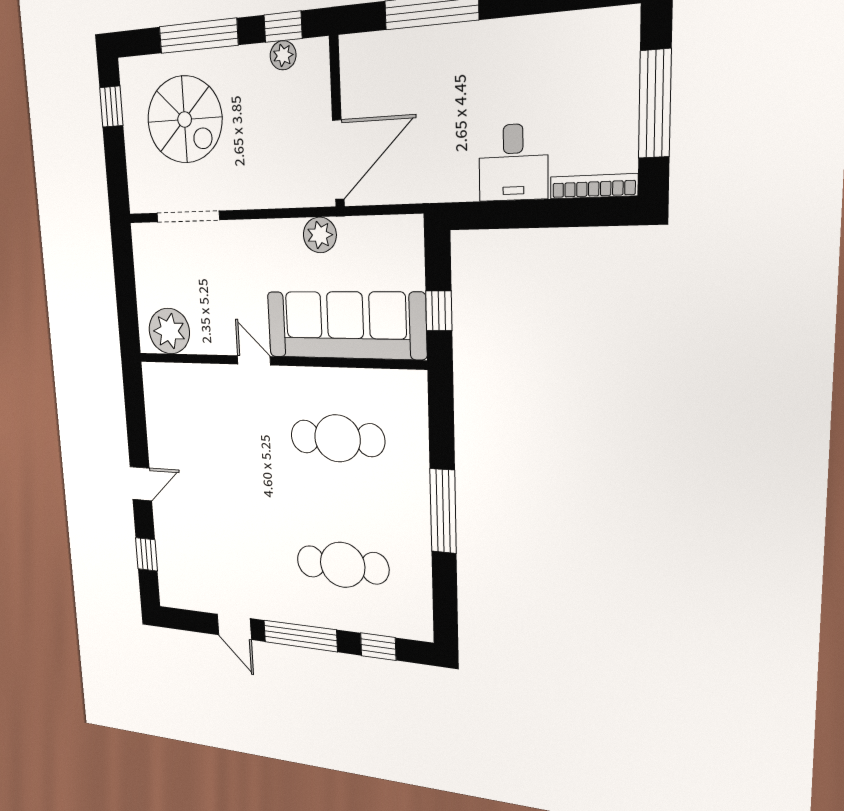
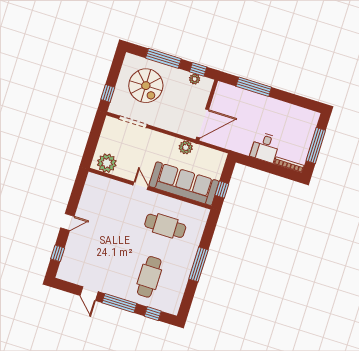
window: (111, 107) -> (108, 93), moved
cafe table: (343, 565) -> (149, 277), turned 90

